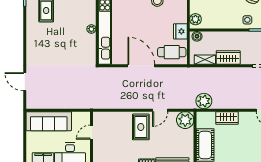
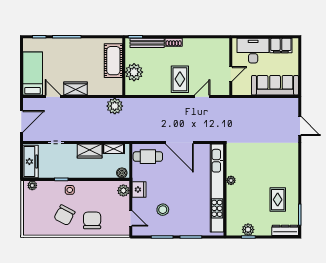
fridge: (180, 31) -> (139, 189), moved
door: (160, 110) -> (202, 97), moved
wardrobe: (227, 118) -> (75, 88), moved
plant: (185, 120) -> (134, 72), moved

